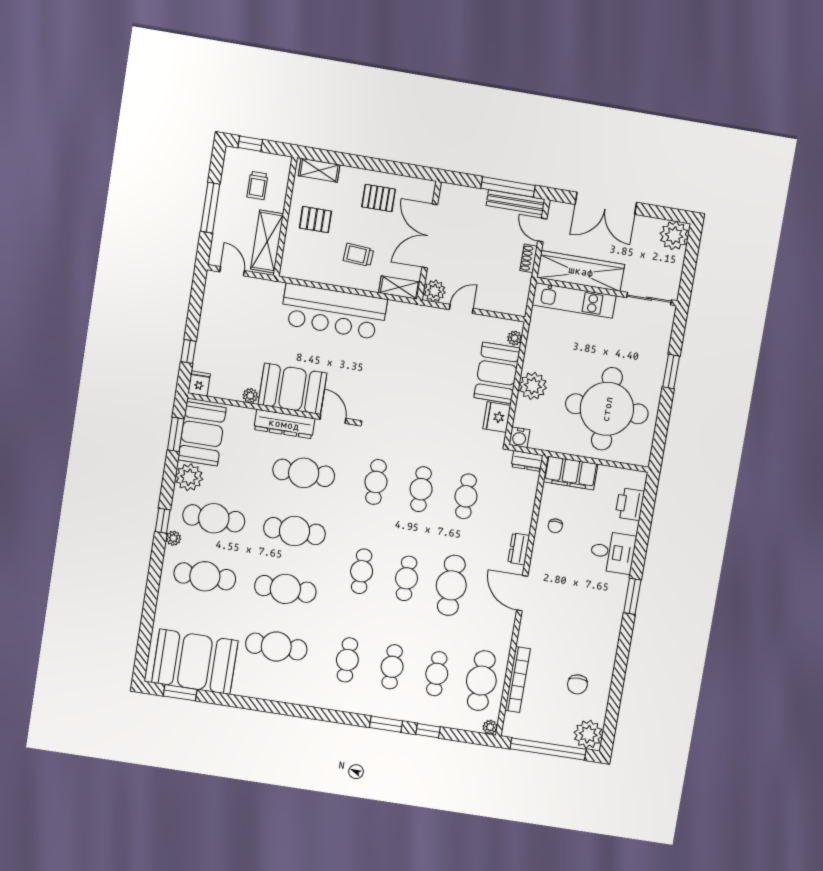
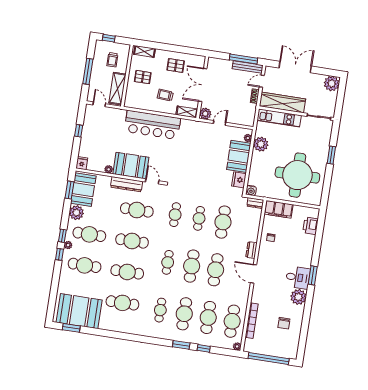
double door: (606, 203) -> (295, 67), swing flipped
door: (542, 230) -> (262, 81), hinge flipped
window: (188, 351) -> (79, 131), moved
plant: (533, 386) -> (261, 144), moved
cafe table: (466, 496) -> (223, 222), width x1.37, depth x1.35
desk: (613, 552) -> (298, 277), moved
window: (157, 556) -> (59, 254), added
cafe table: (407, 578) -> (192, 266), width x1.37, depth x1.35
cafe table: (392, 667) -> (184, 314), width x1.37, depth x1.35
cafe table: (437, 674) -> (208, 317), width x1.37, depth x1.35
plant: (588, 734) -> (298, 297), moved

